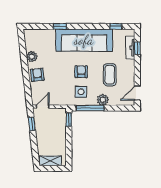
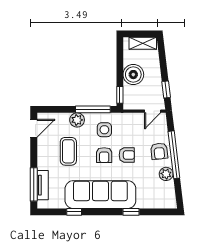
window: (116, 26) -> (74, 212), moved
window: (137, 48) -> (34, 184), width x2.17
window: (26, 72) -> (174, 155), added
armchair: (63, 72) -> (127, 155), added
boiler: (58, 136) -> (133, 75), added

